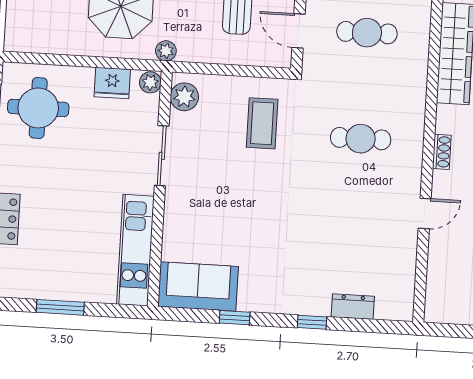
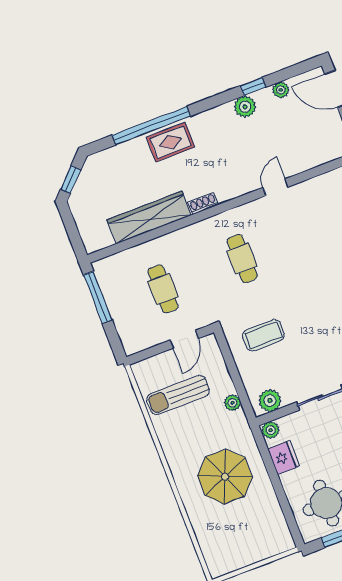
plant: (166, 51) -> (232, 403), moved
shoe rack: (442, 152) -> (203, 204), moved
door: (425, 214) -> (276, 187), hinge flipped

